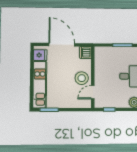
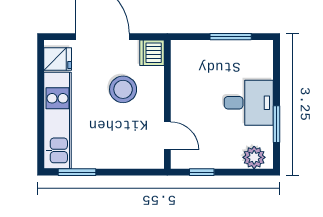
stool: (82, 78) -> (123, 89), moved
door: (93, 92) -> (167, 136), swing flipped

